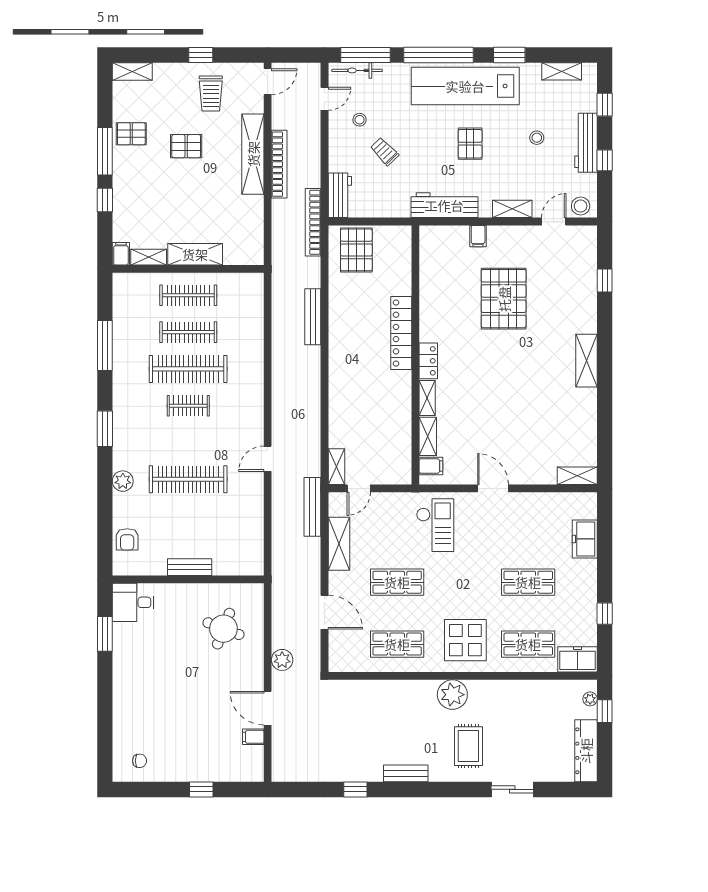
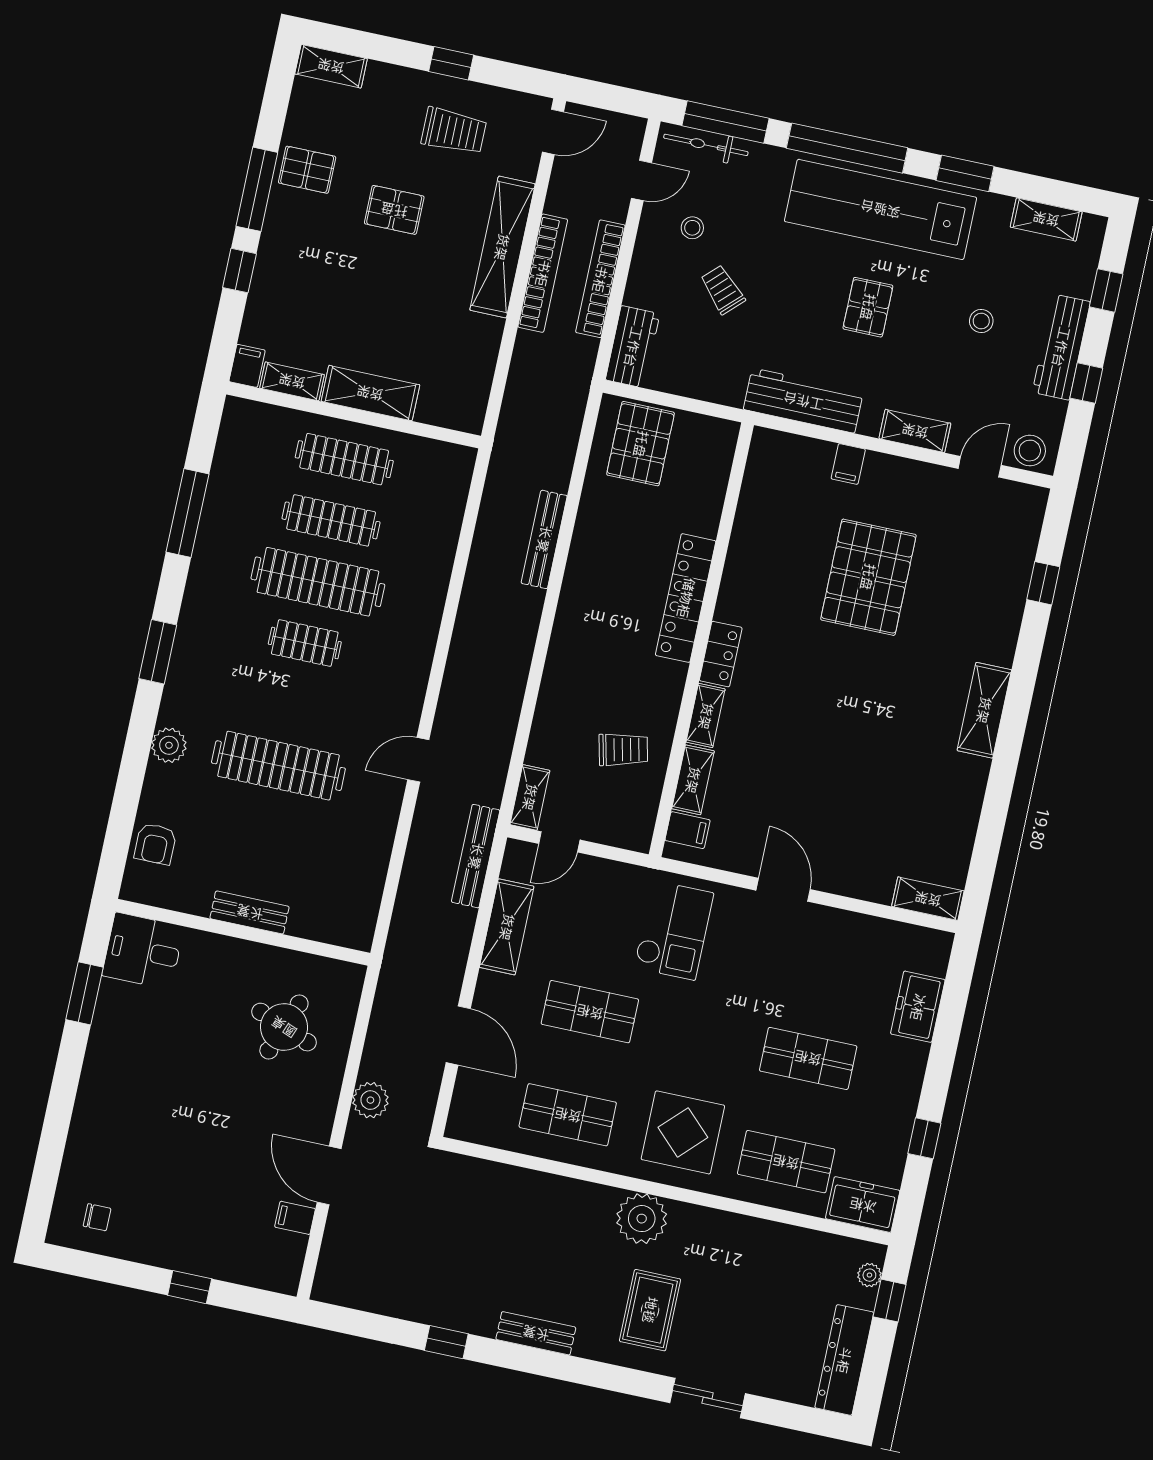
trolley: (211, 94) -> (454, 131), turned -90
bookcase: (313, 222) -> (600, 279), moved
trolley: (384, 428) -> (623, 750), added

